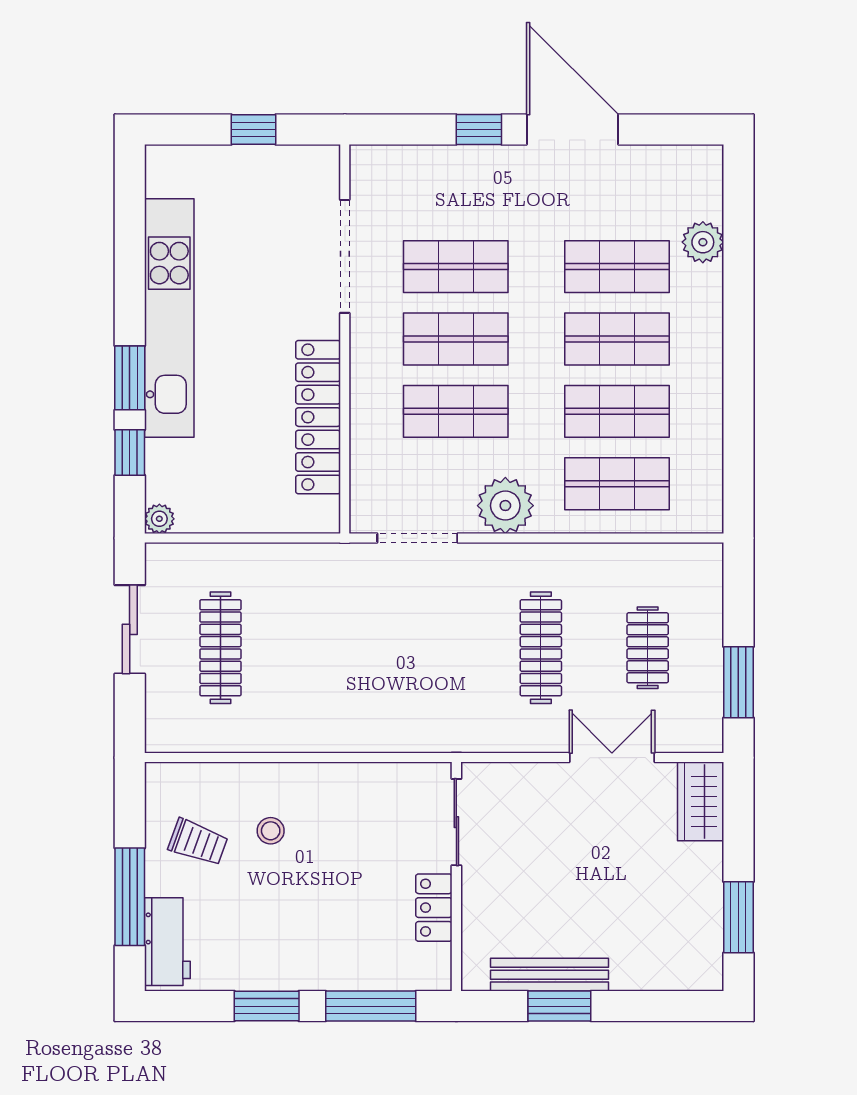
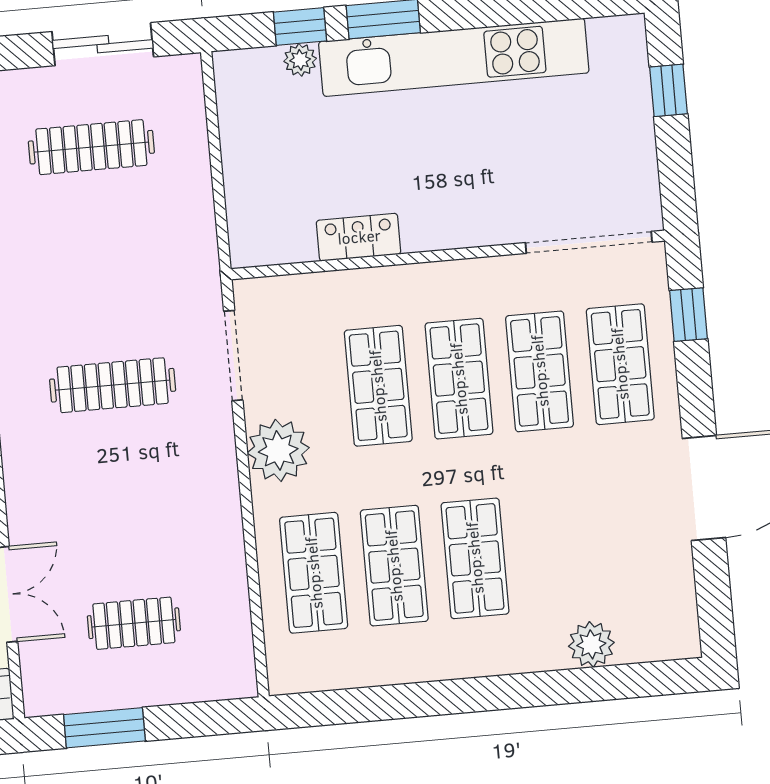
window: (253, 130) -> (669, 90), moved
window: (479, 130) -> (689, 315), moved
doorway: (345, 256) -> (589, 242), moved
shop shelf: (617, 267) -> (620, 364), moved
locker: (318, 417) -> (359, 237), width x0.46, depth x0.83
plant: (159, 519) -> (300, 60), moved
clothes rail: (541, 648) -> (113, 385), moved

